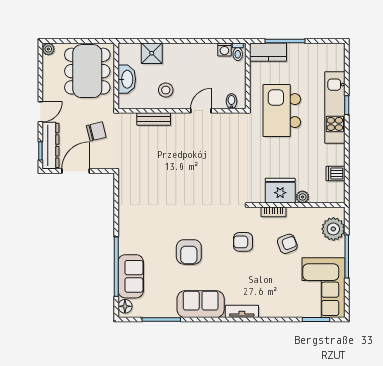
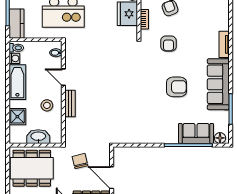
bathtub: (195, 53) -> (17, 82), added
bench: (154, 119) -> (70, 103), moved
sofa: (201, 304) -> (218, 84), width x1.36

